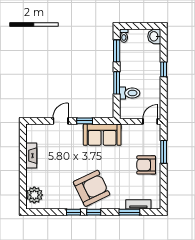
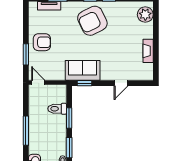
window: (164, 69) -> (26, 131), width x2.17
window: (85, 121) -> (85, 83), moved
door: (150, 121) -> (38, 83), swing flipped

